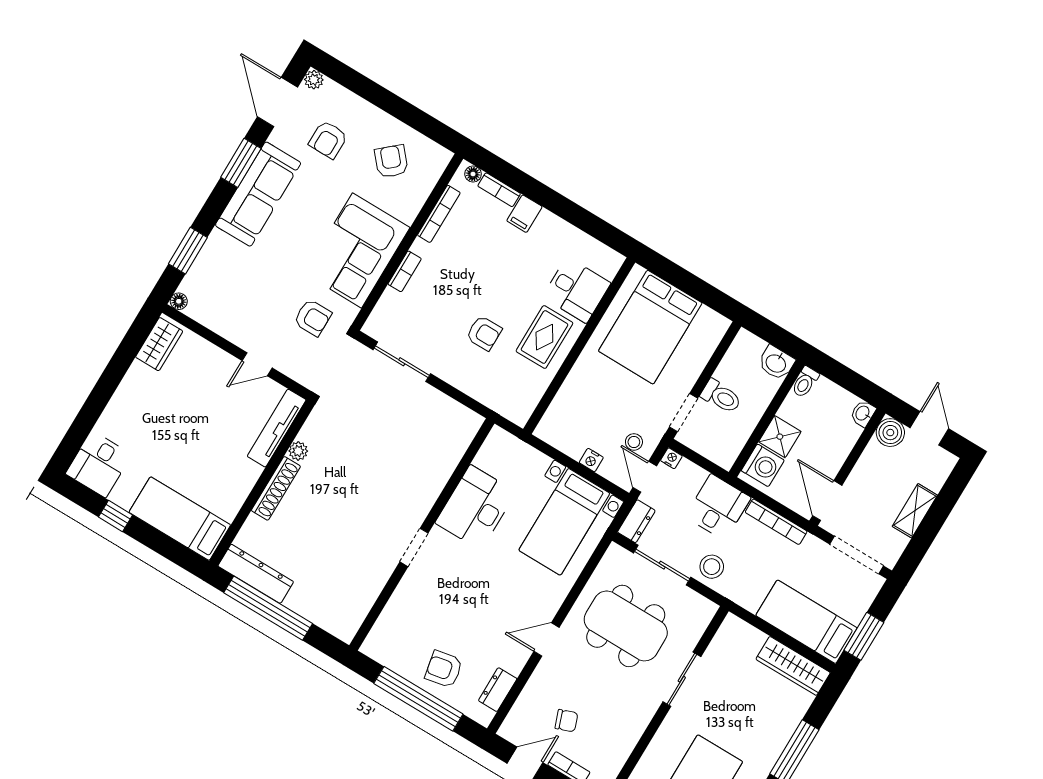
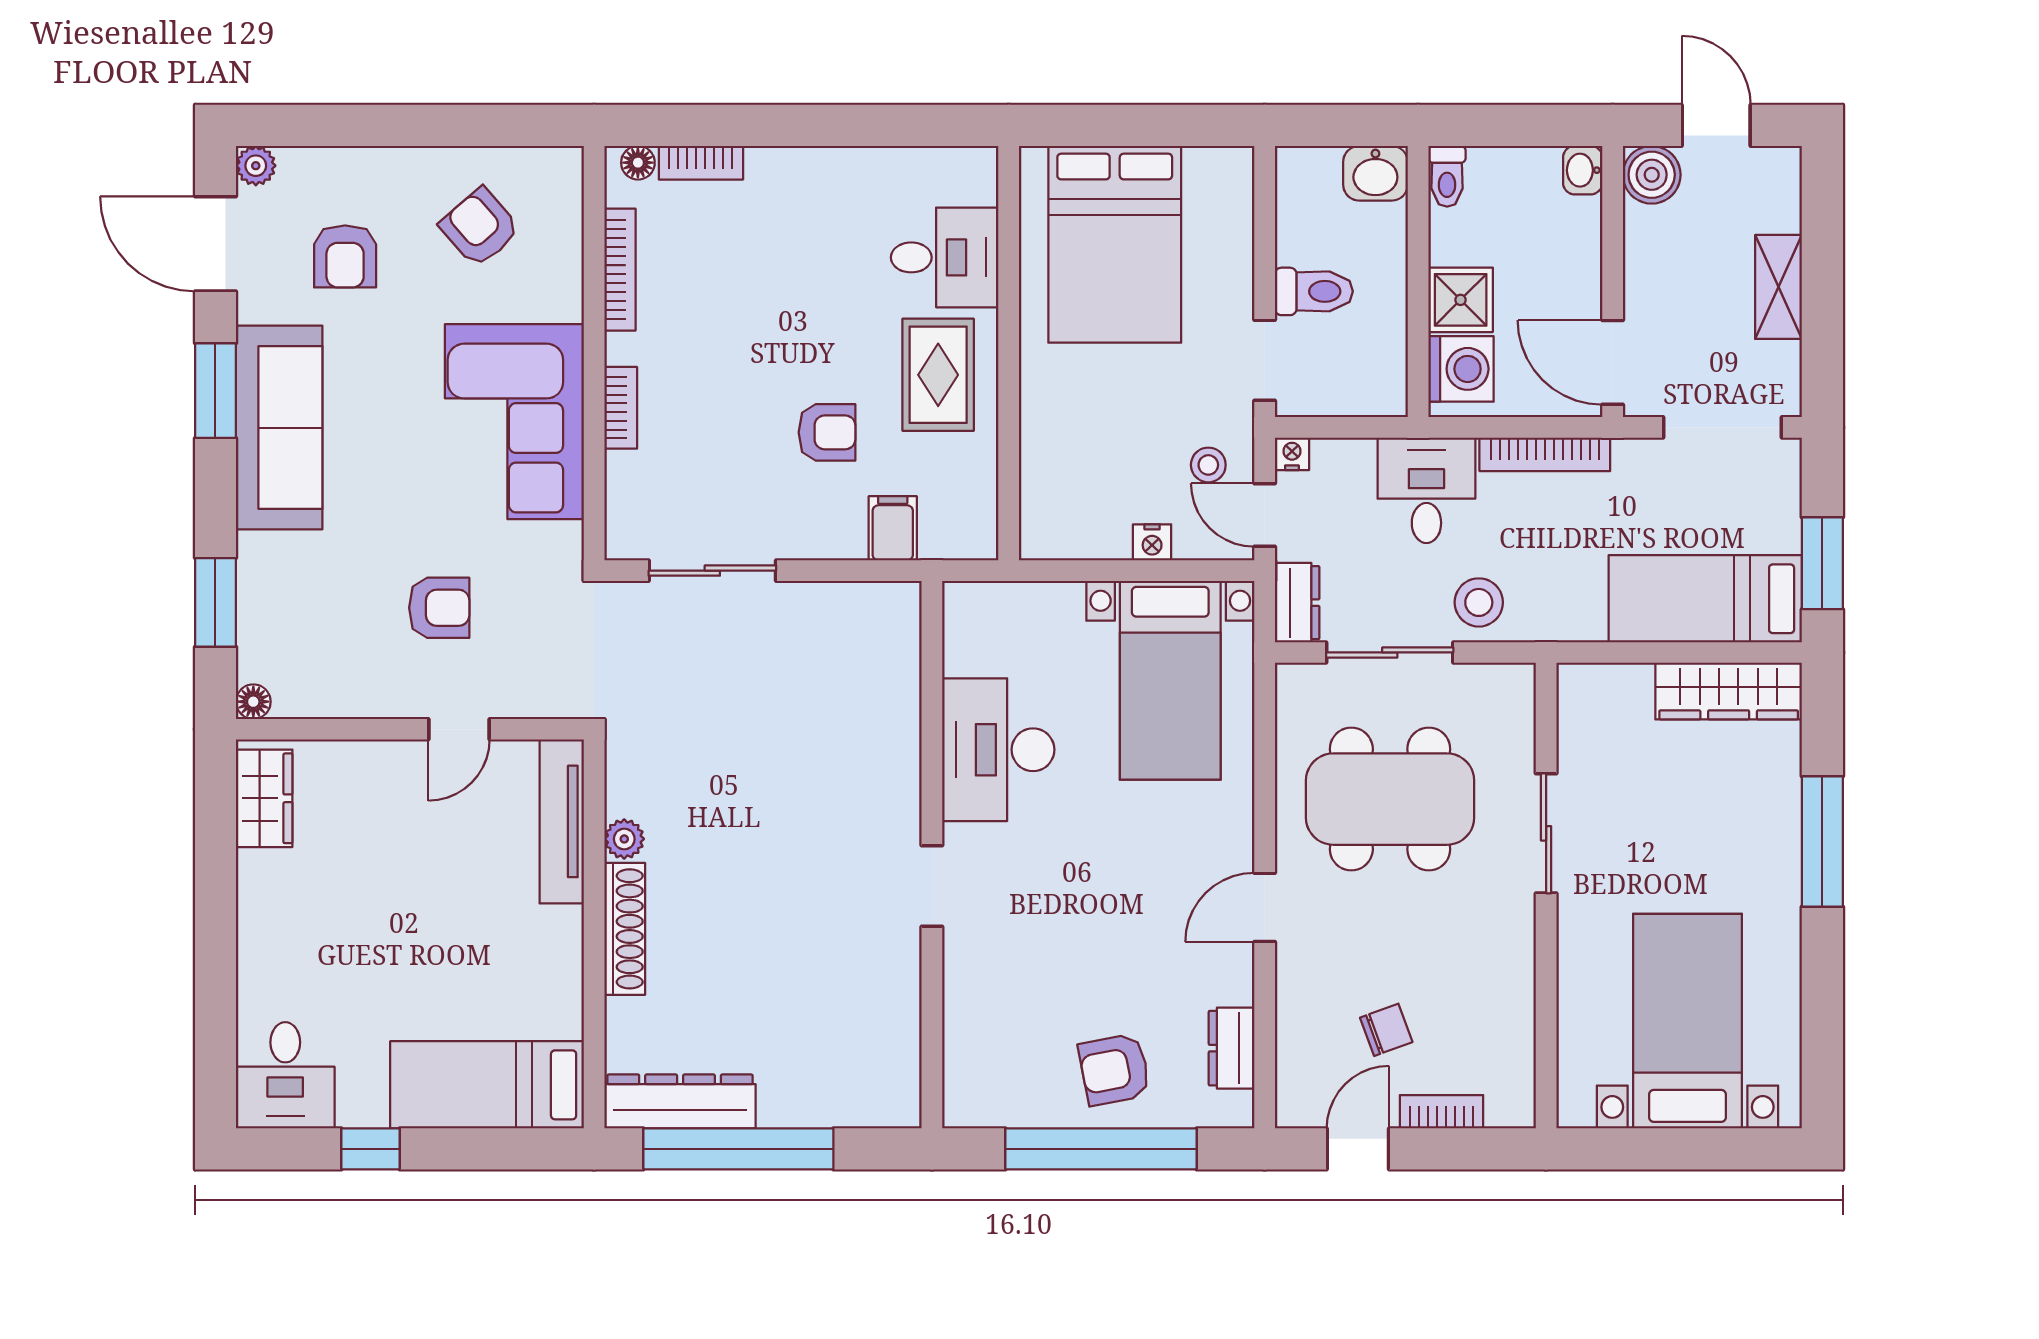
filing cabinet: (524, 214) -> (893, 528), moved, turned 180
armchair: (313, 318) -> (439, 608), moved

